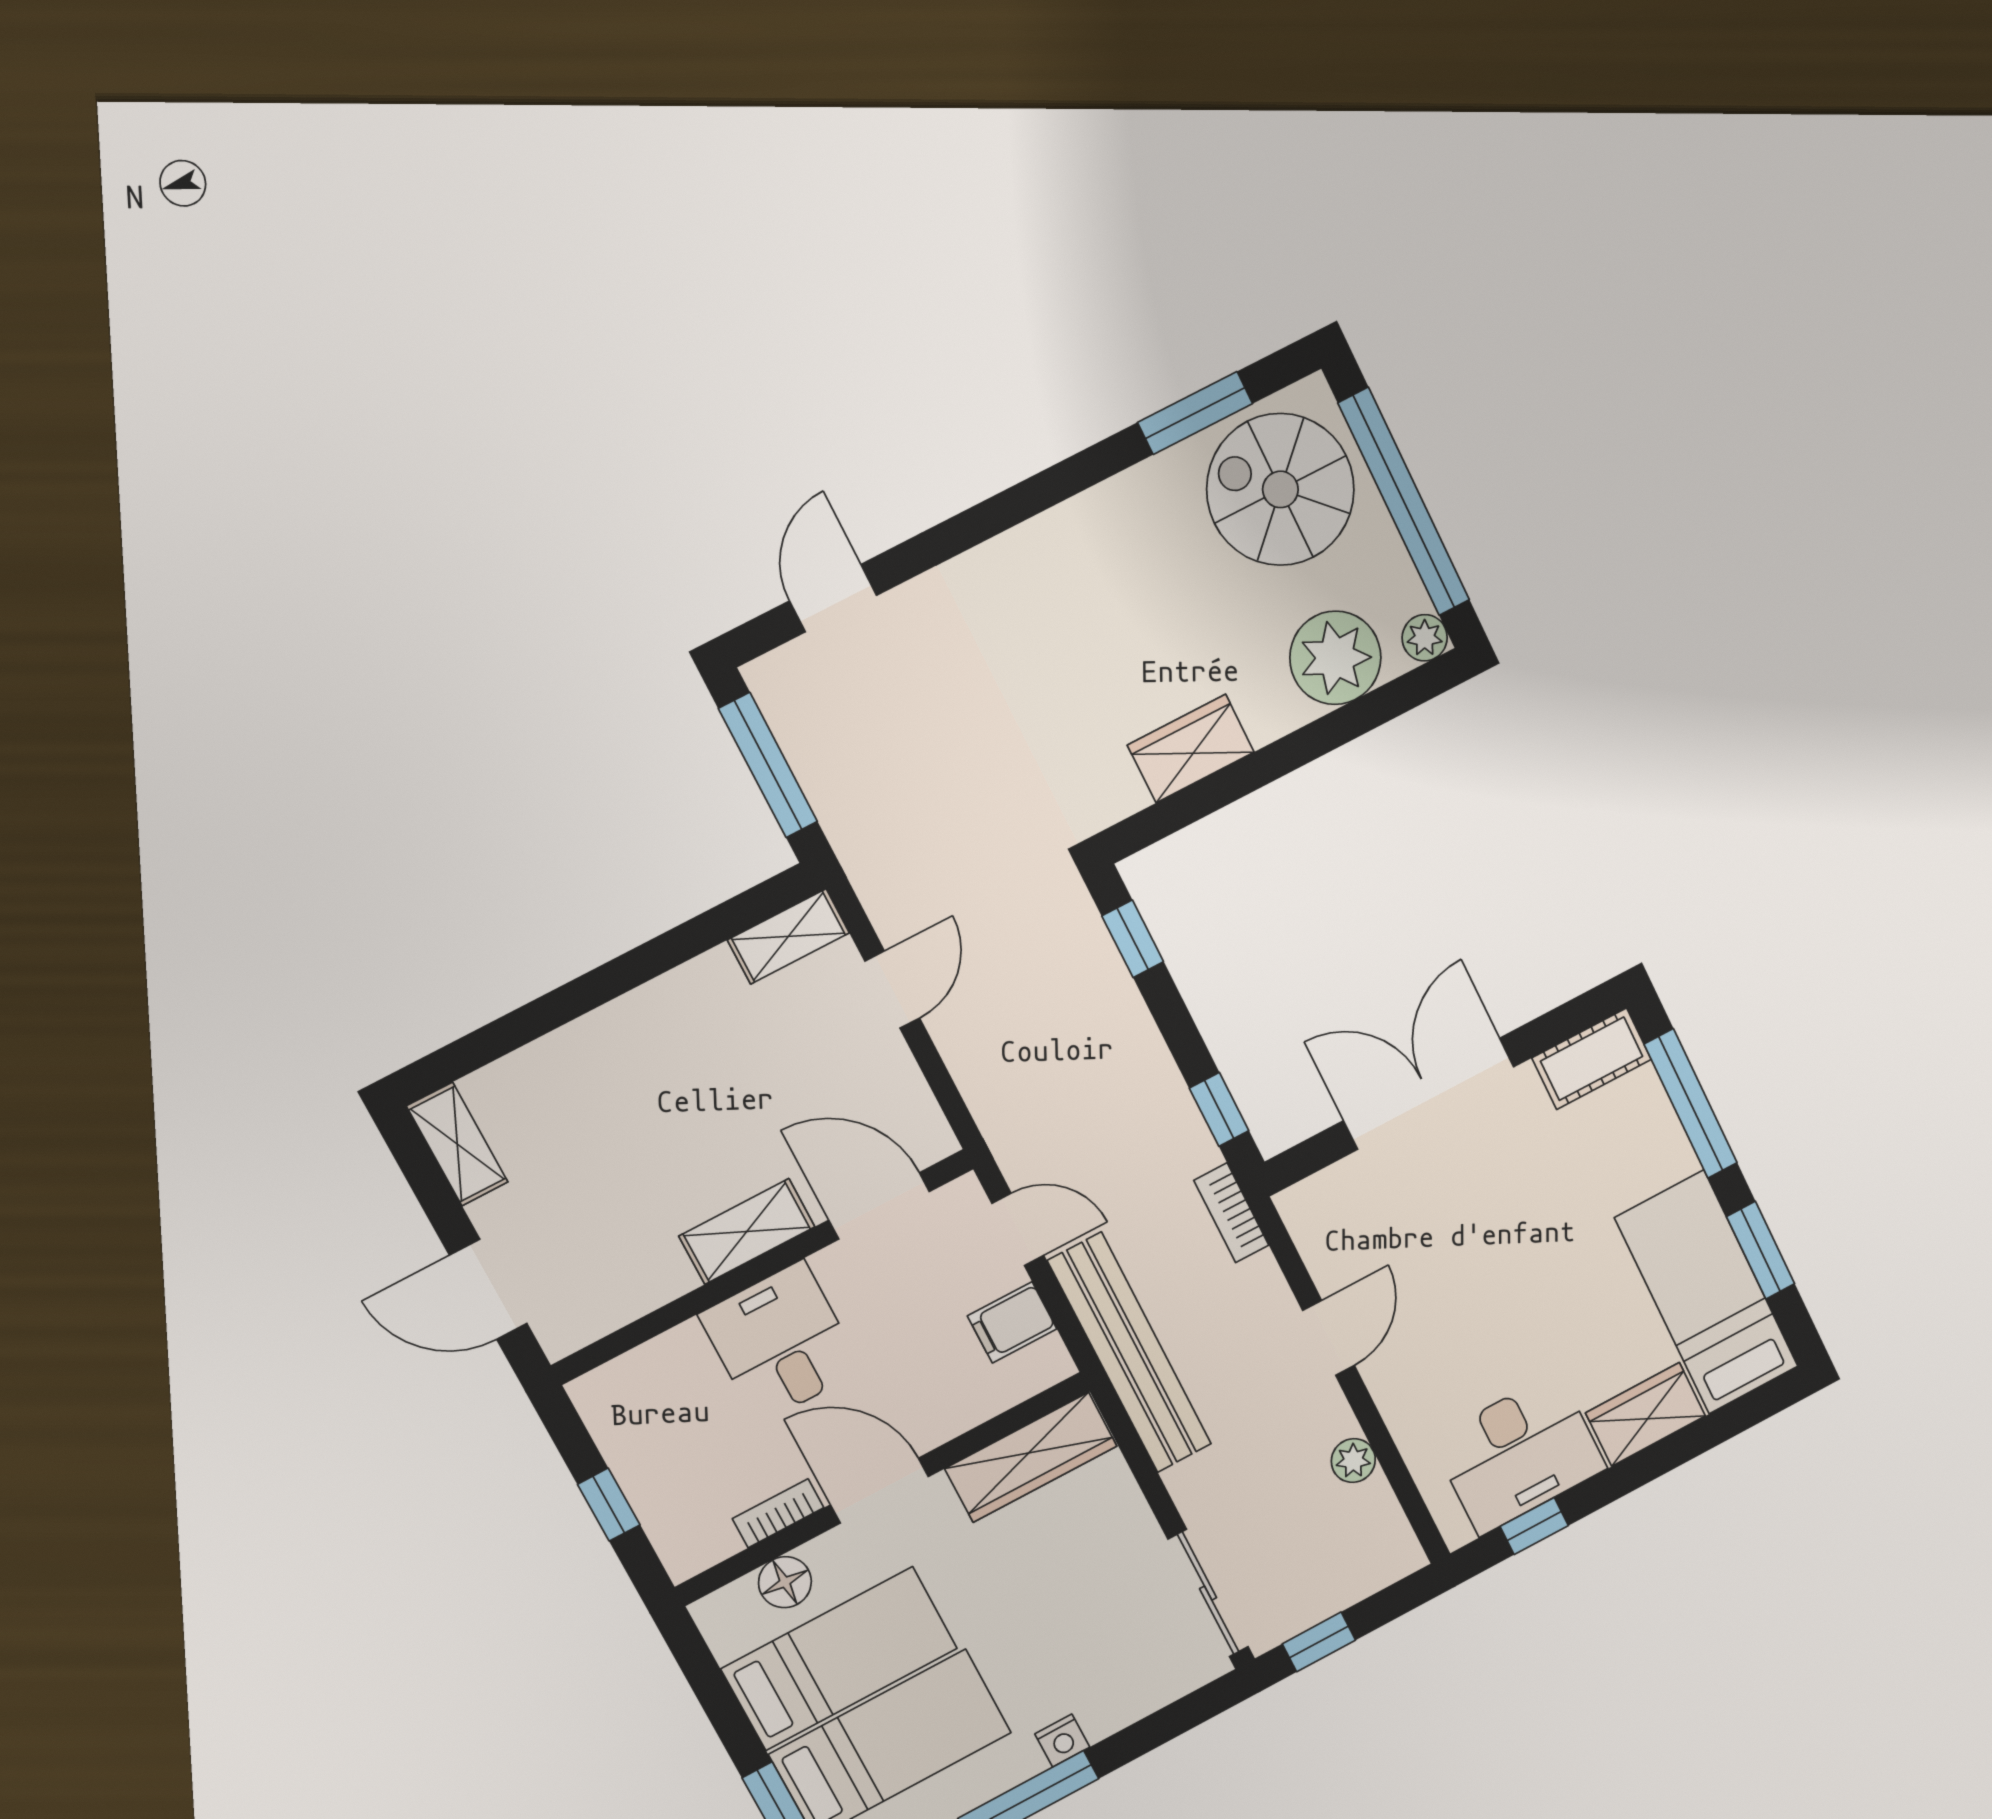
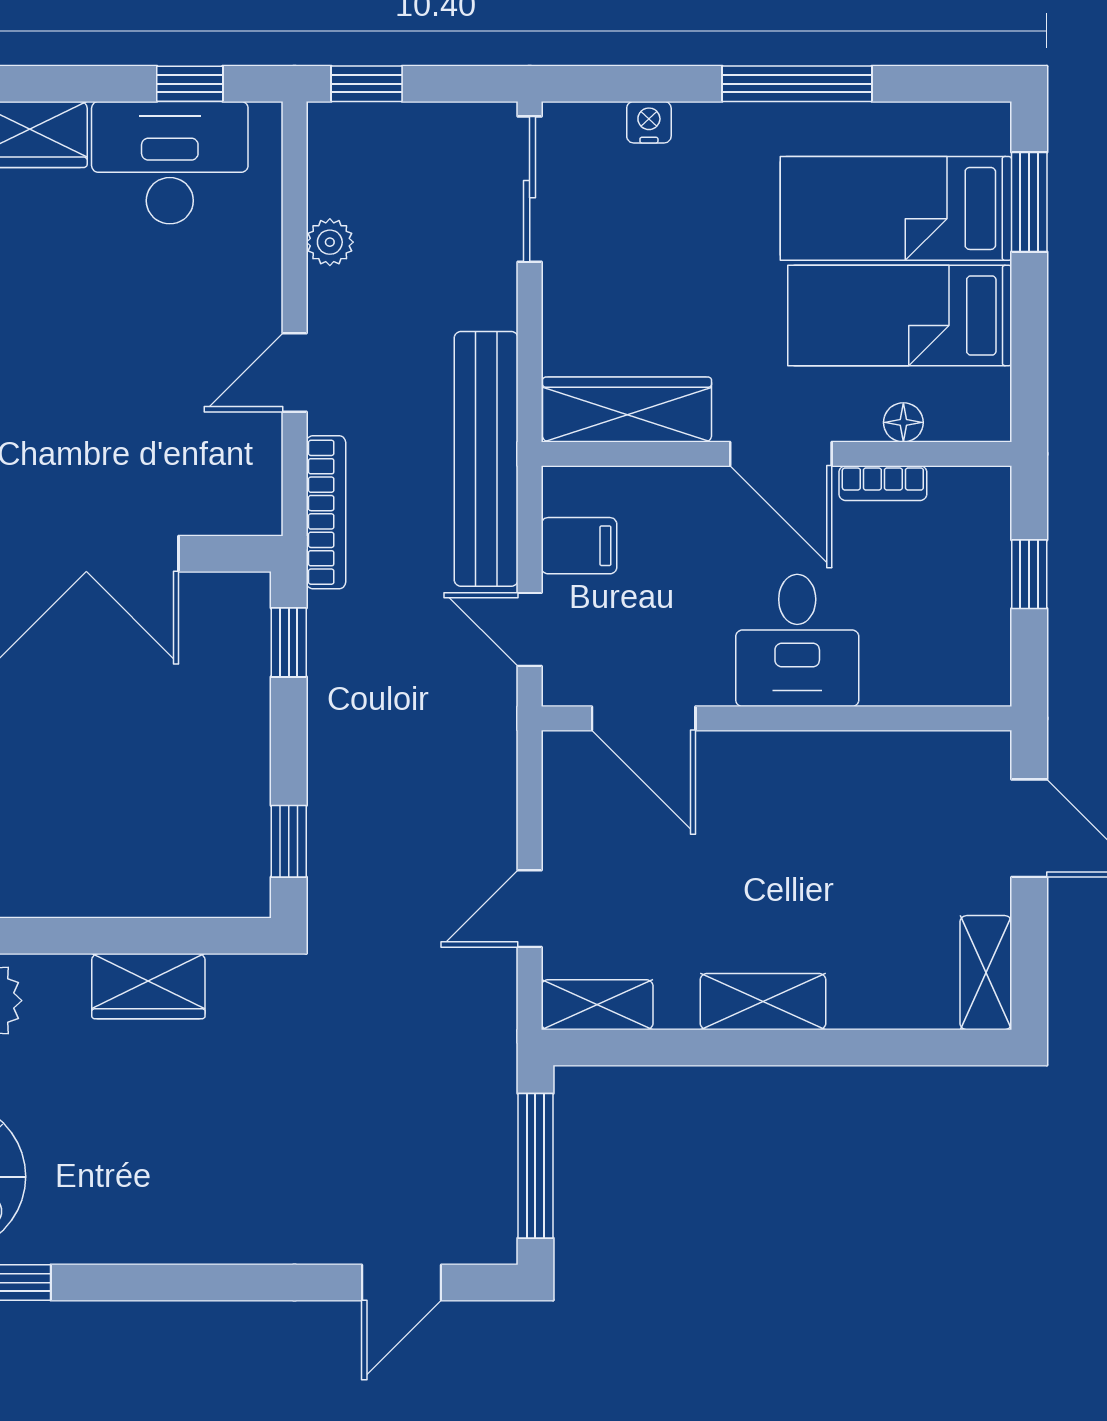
bookcase: (1231, 1213) -> (326, 512), width x1.56
shelving: (747, 1231) -> (763, 1002), moved
floor lamp: (785, 1582) -> (903, 422), width x0.73, depth x0.73
window: (1319, 1642) -> (367, 84), moved
nightstand: (1062, 1741) -> (649, 122), moved

